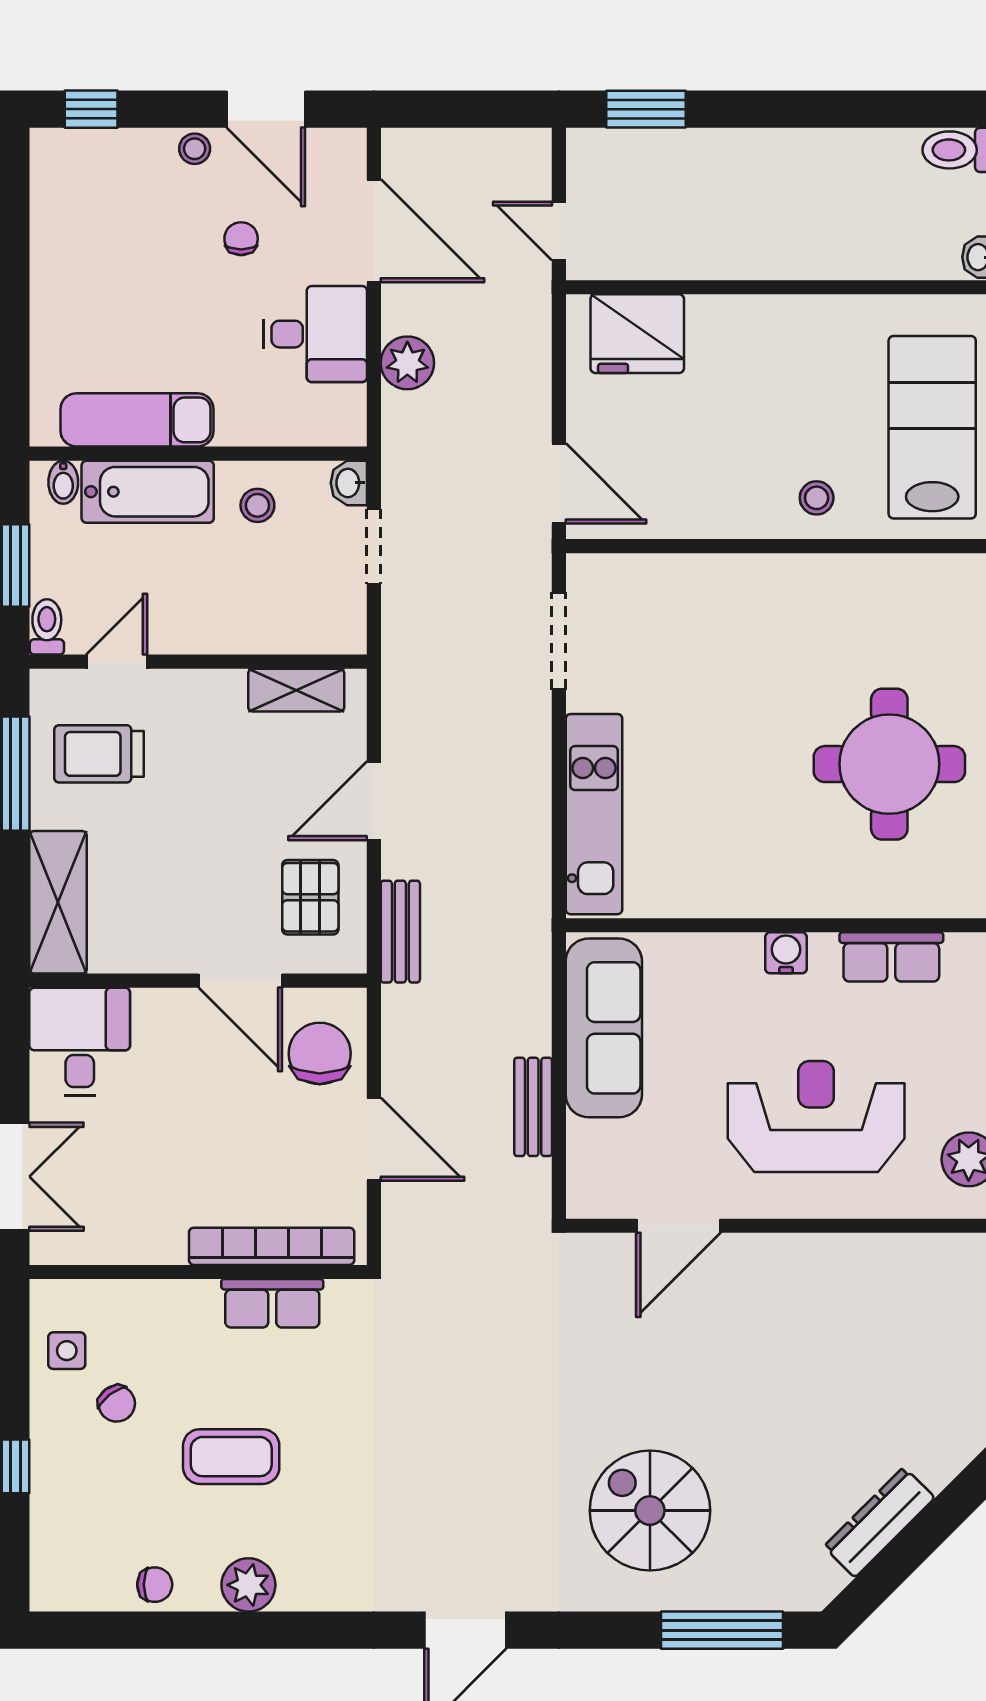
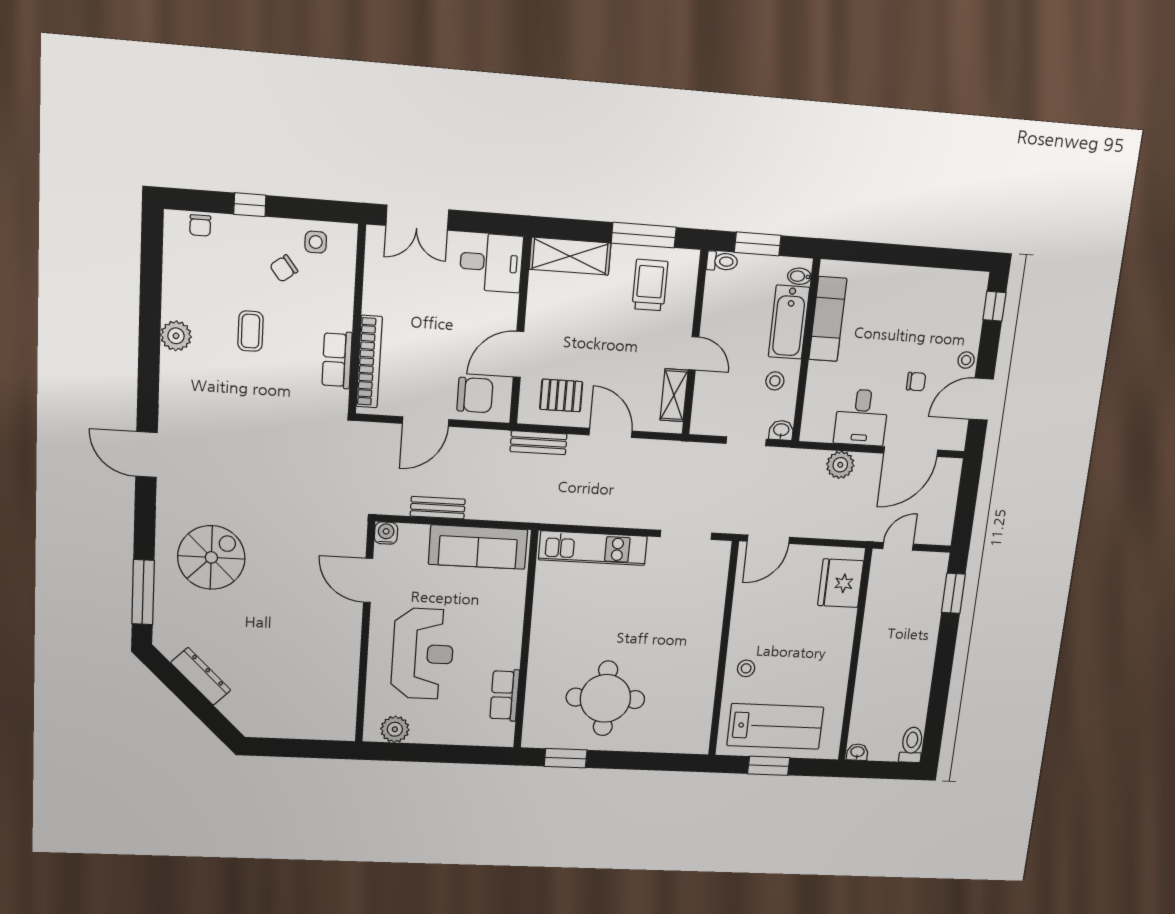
door: (117, 662) -> (694, 353), moved
water cooler: (786, 953) -> (386, 533), moved, turned -90
coffee table: (231, 1457) -> (251, 331), width x0.73, depth x0.77
chair: (155, 1585) -> (200, 225), moved

